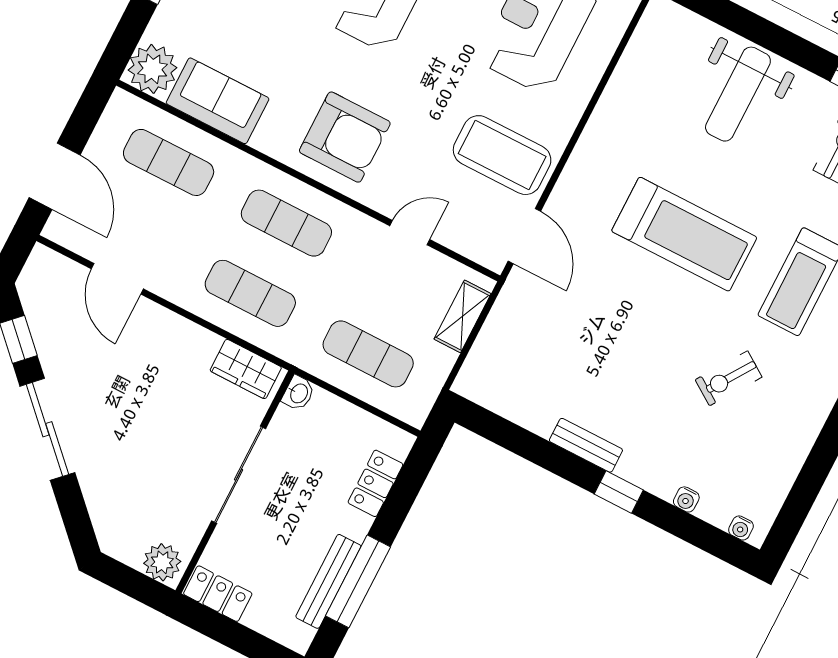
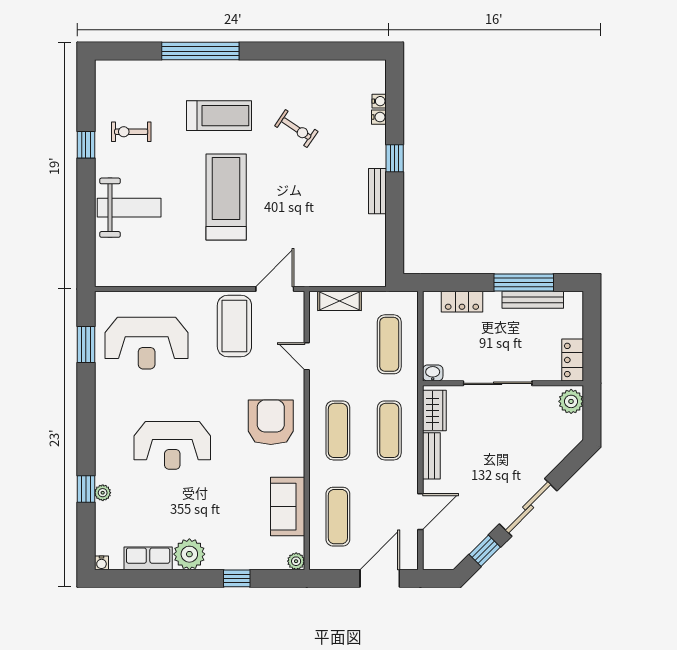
plant: (152, 69) -> (296, 561), width x0.53, depth x0.53
bench: (186, 333) -> (431, 456), added
water cooler: (741, 528) -> (379, 101), moved

